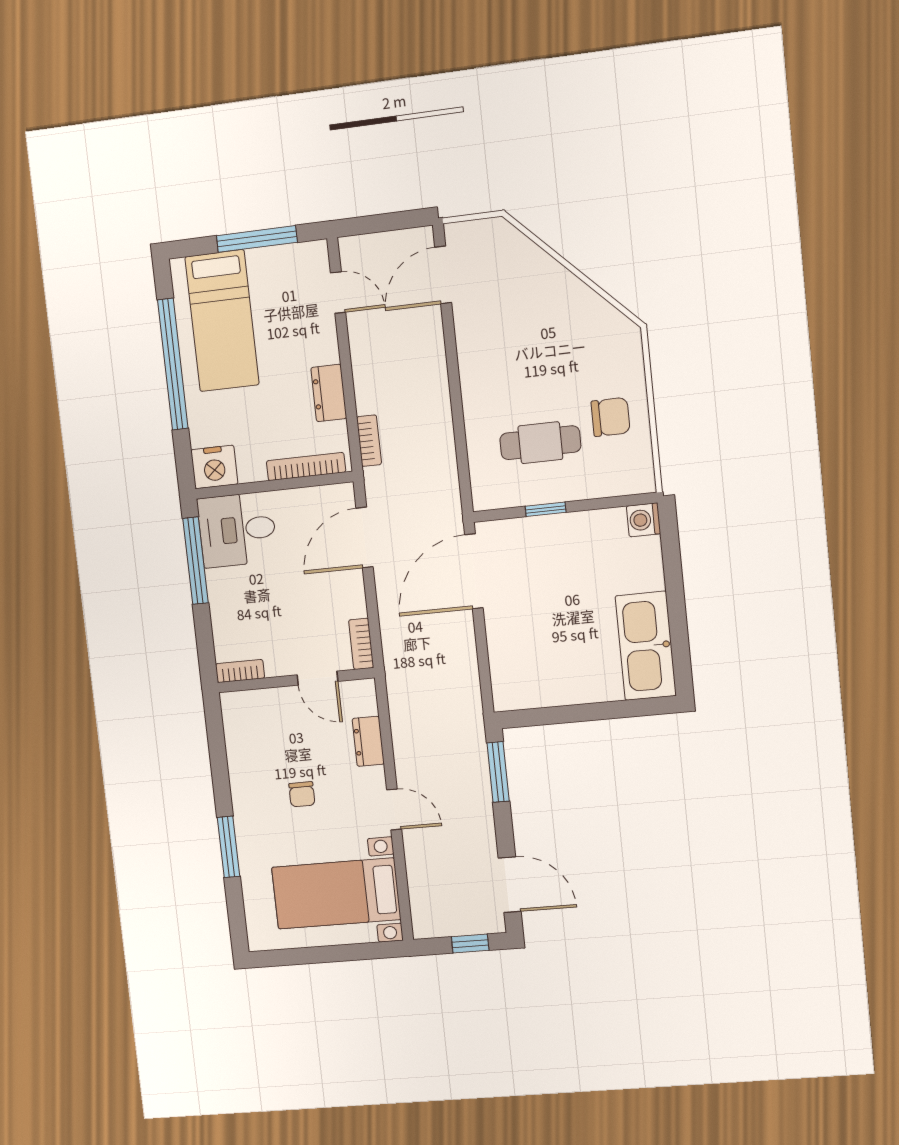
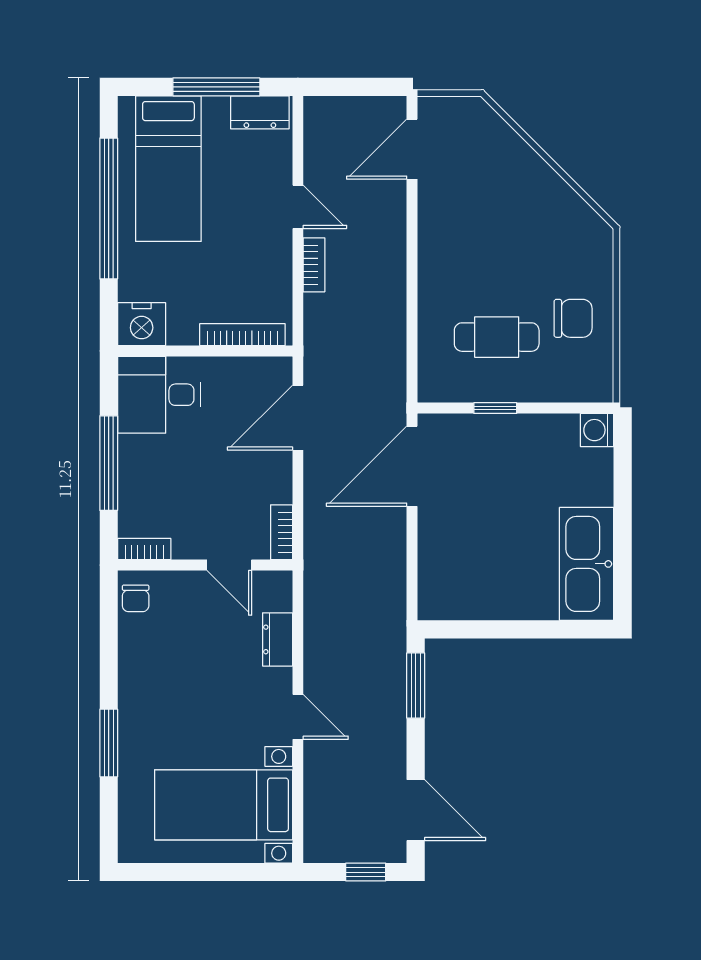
door: (338, 293) -> (298, 207), moved
dresser: (329, 393) -> (260, 112), moved, turned -90
bookcase: (369, 441) -> (314, 265), moved
window: (195, 561) -> (109, 463), moved
chair: (302, 794) -> (136, 598), moved

